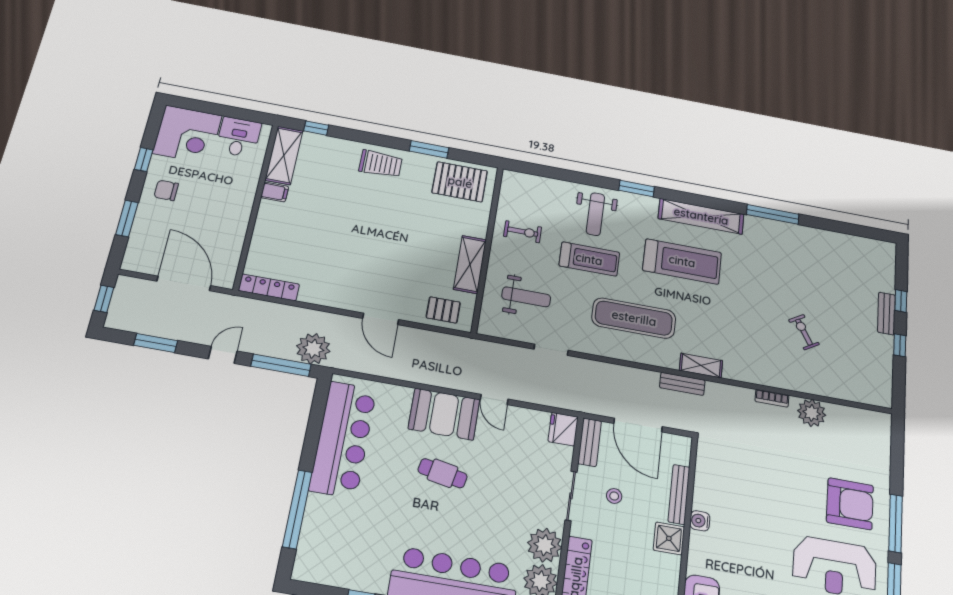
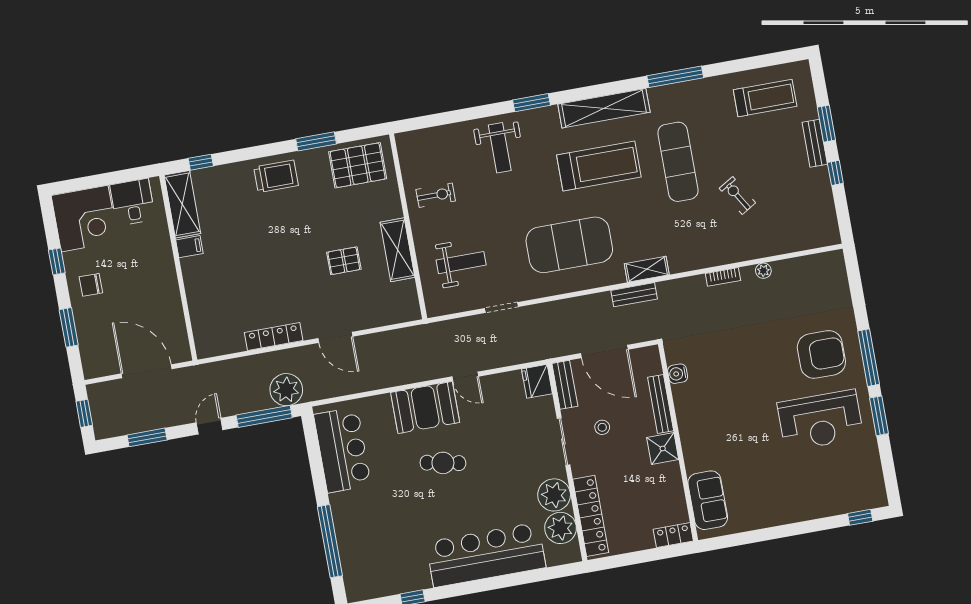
treadmill: (589, 259) -> (765, 98), moved
exercise mat: (756, 284) -> (678, 162), added
locker: (269, 287) -> (274, 337), moved
window: (901, 301) -> (826, 124), width x1.50
pallet: (443, 310) -> (344, 261), moved
exercise mat: (634, 318) -> (569, 245), width x1.47
plant: (812, 413) -> (763, 271), width x0.53, depth x0.53
bar counter: (343, 439) -> (342, 450), width x0.73
water cooler: (700, 521) -> (678, 374), moved

